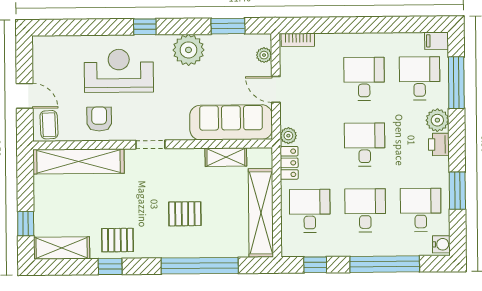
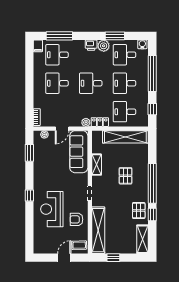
plant: (189, 50) -> (41, 173), removed
plant: (437, 120) -> (104, 46), moved
shelving: (226, 157) -> (97, 165), moved
window: (26, 224) -> (113, 258), moved
window: (200, 266) -> (152, 183), moved

